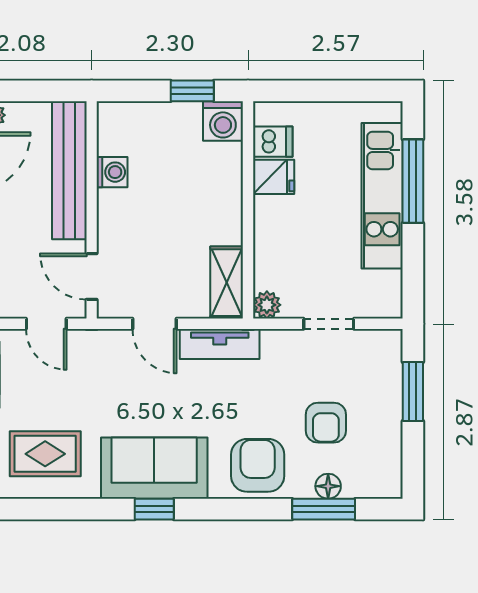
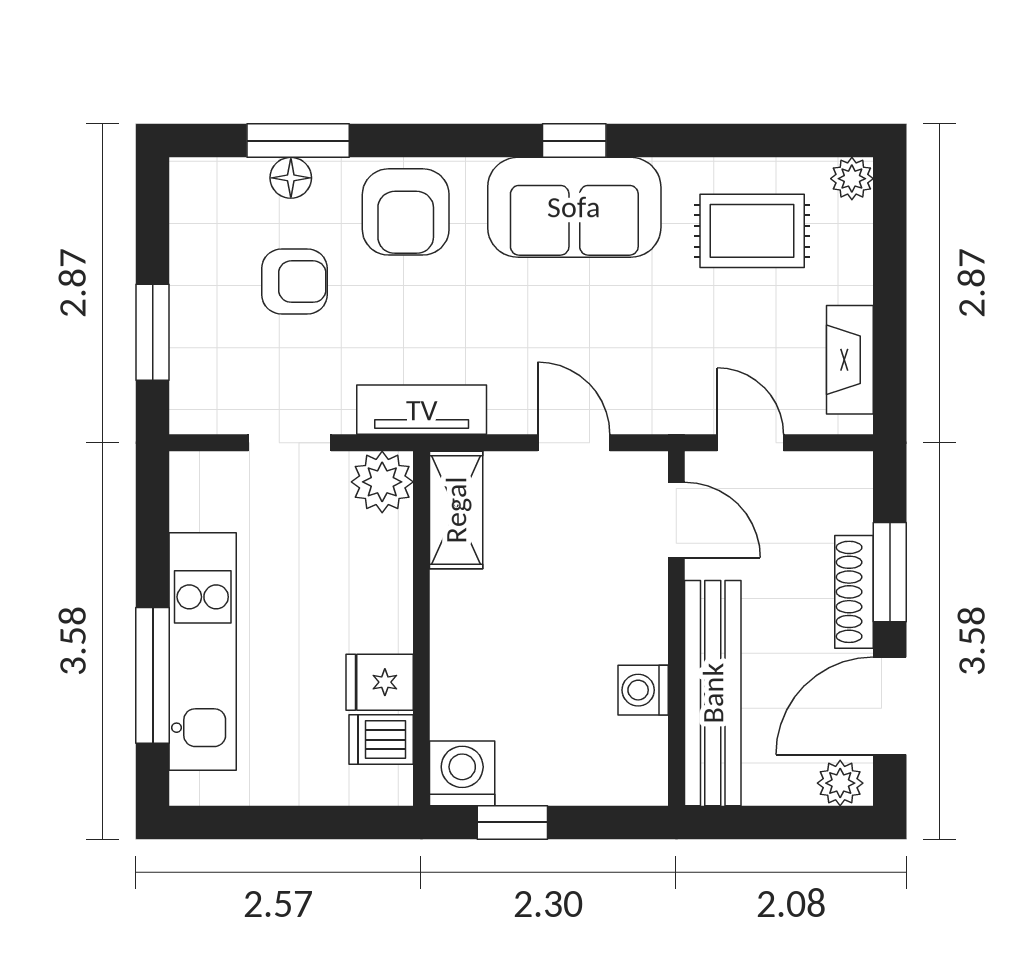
plant: (267, 305) -> (382, 482), width x1.38, depth x1.38
tv unit: (220, 344) -> (422, 410), moved
armchair: (326, 423) -> (294, 282), turned 90

